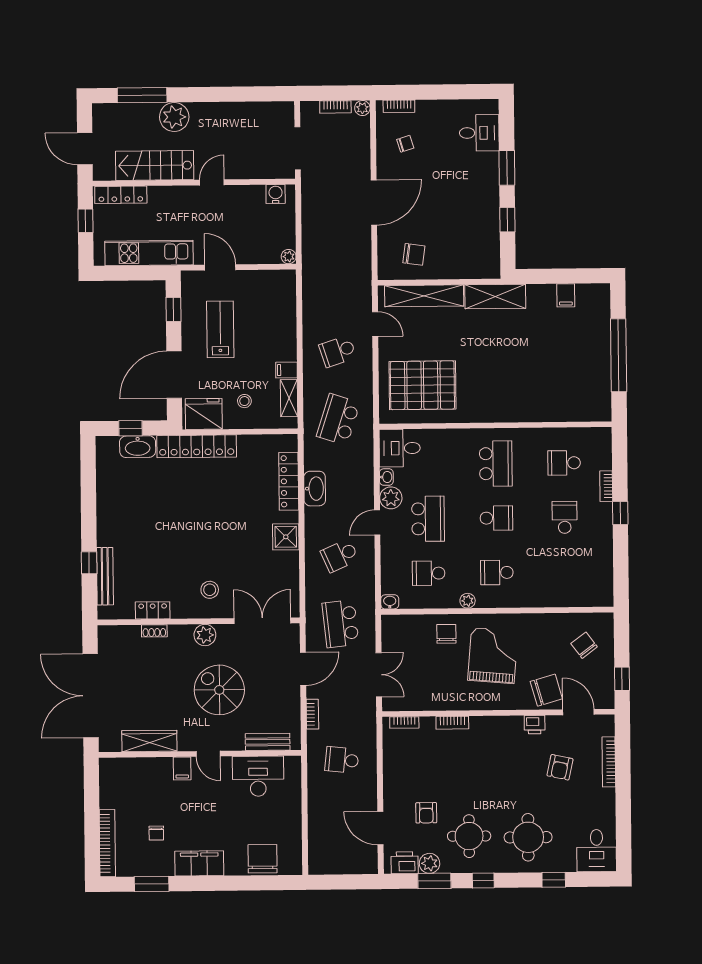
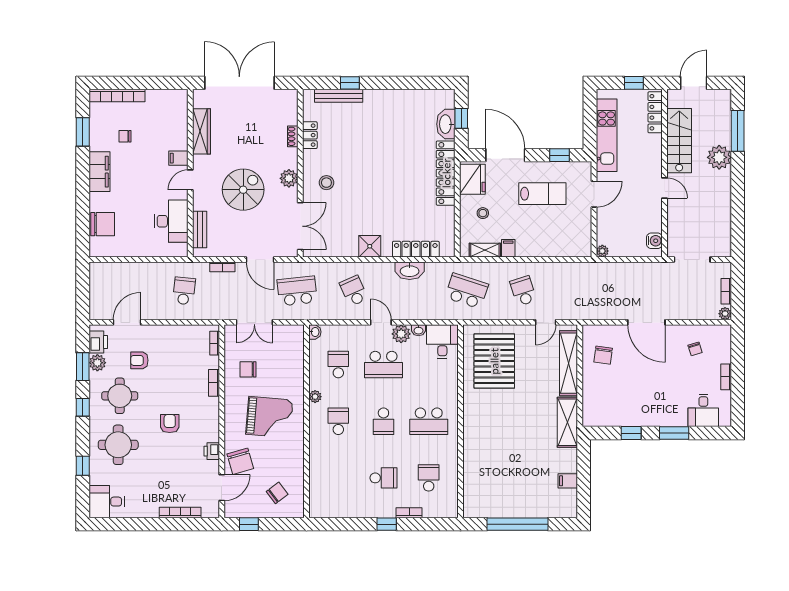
bookcase: (399, 106) -> (726, 377), moved
chair: (446, 634) -> (248, 369), moved, turned 180
armchair: (560, 767) -> (170, 424), moved, turned 78

